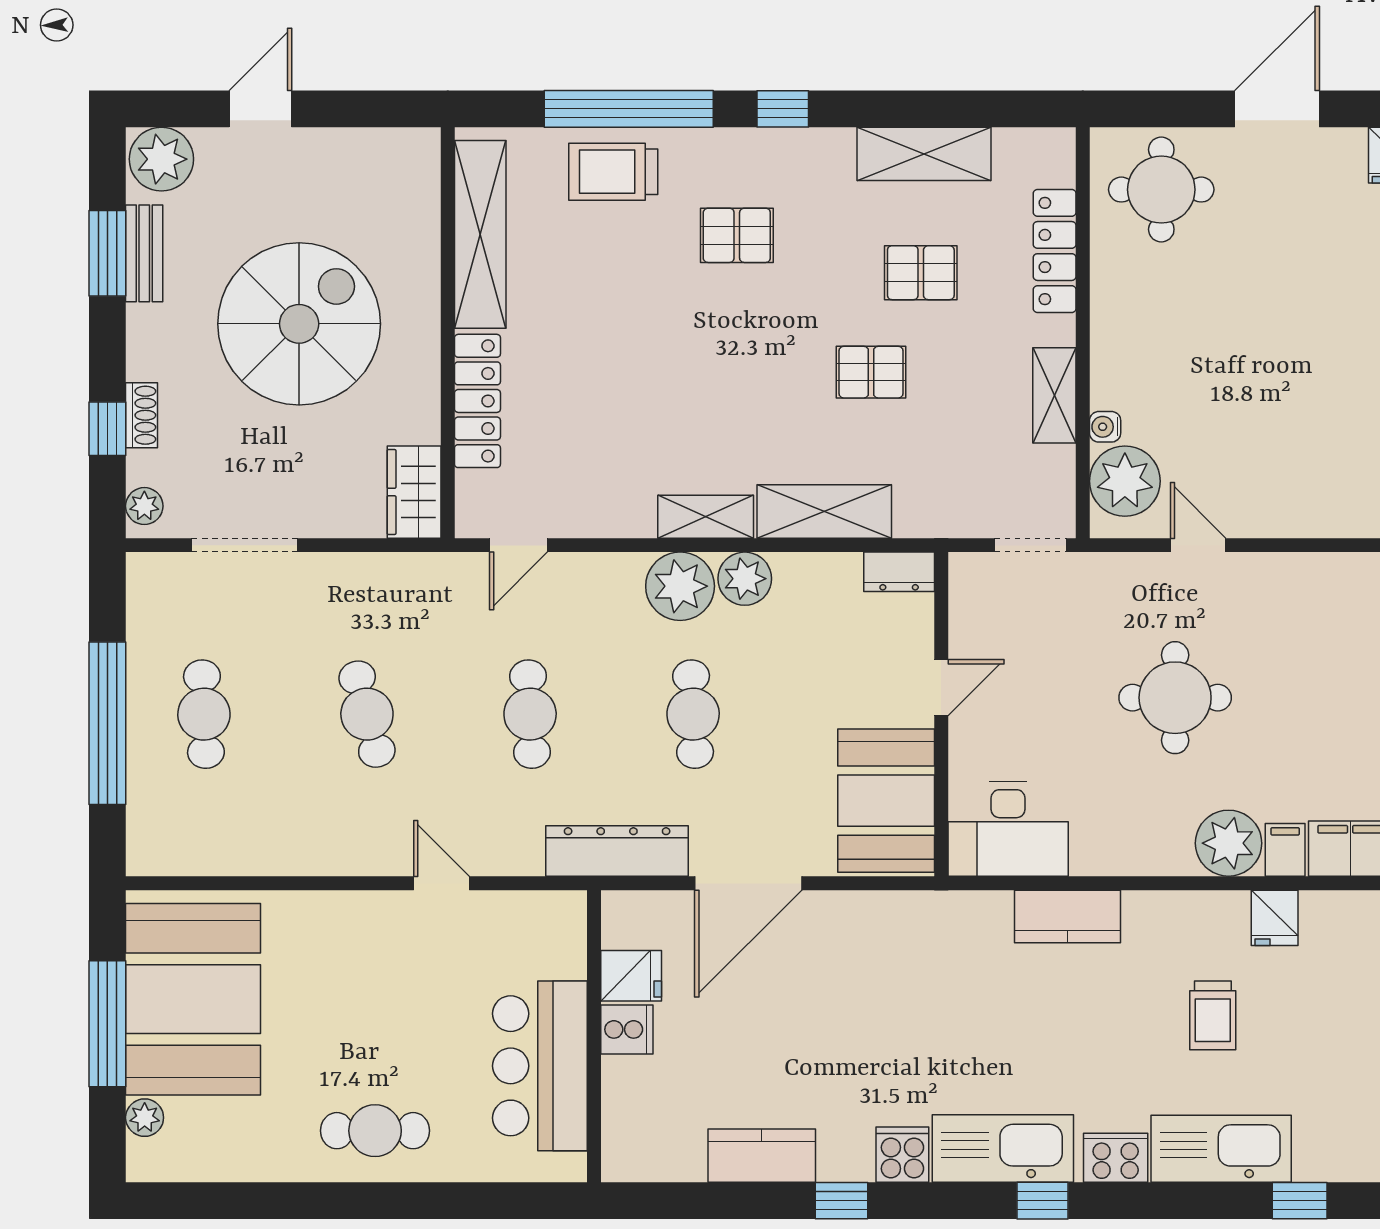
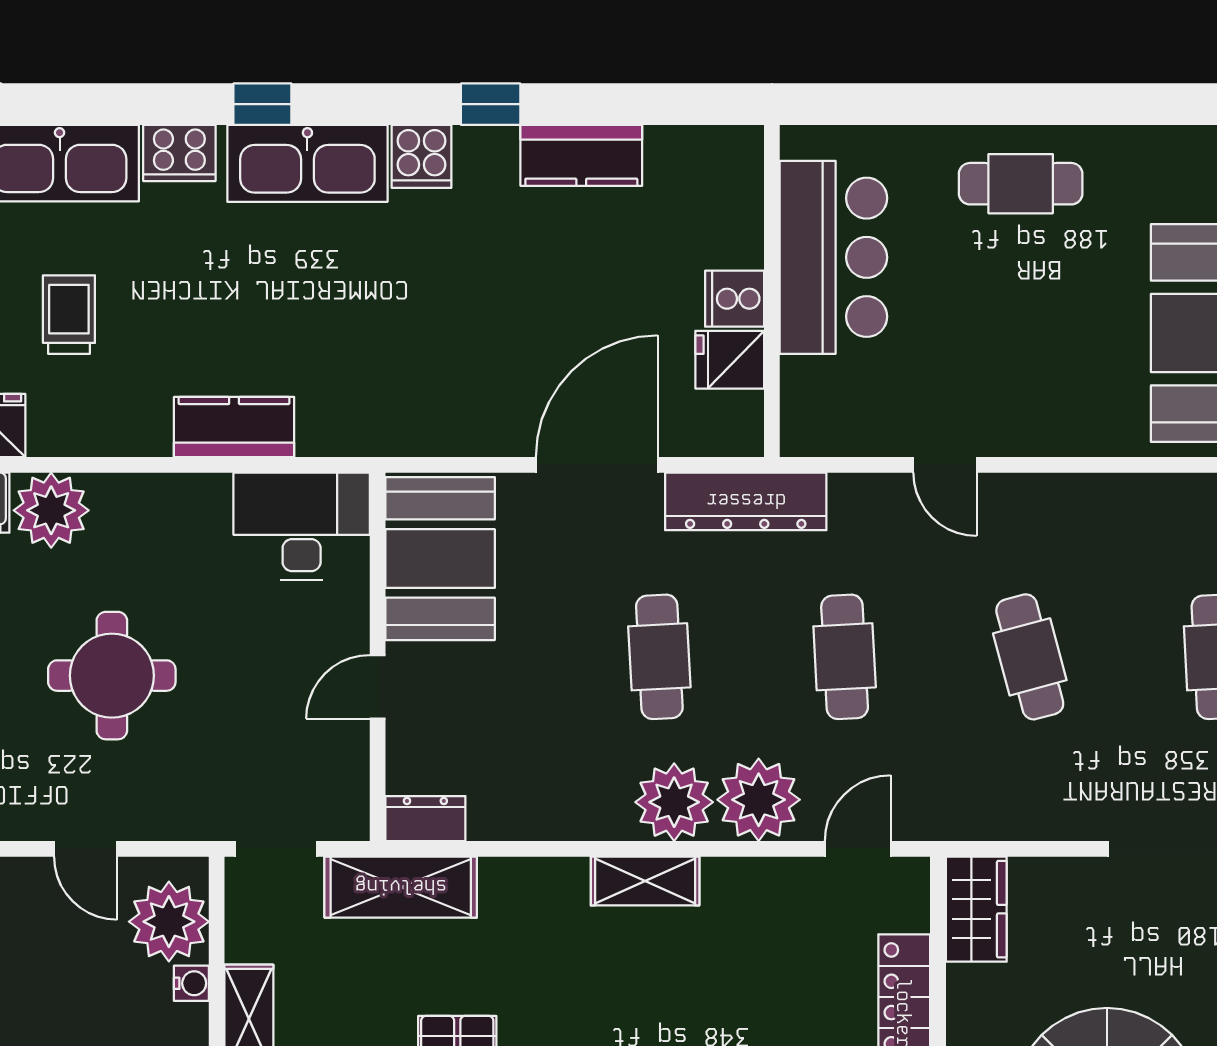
shelving: (824, 511) -> (401, 887), moved
plant: (745, 579) -> (759, 800), moved, width x1.36, depth x1.36

